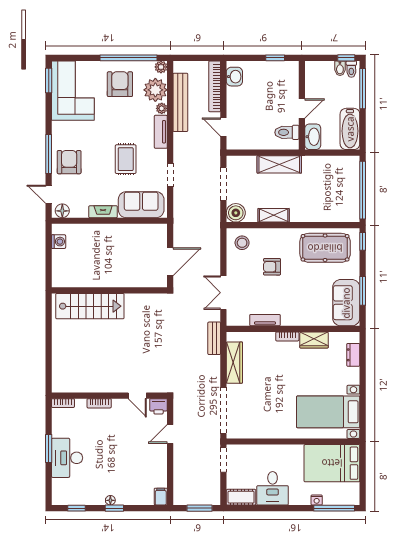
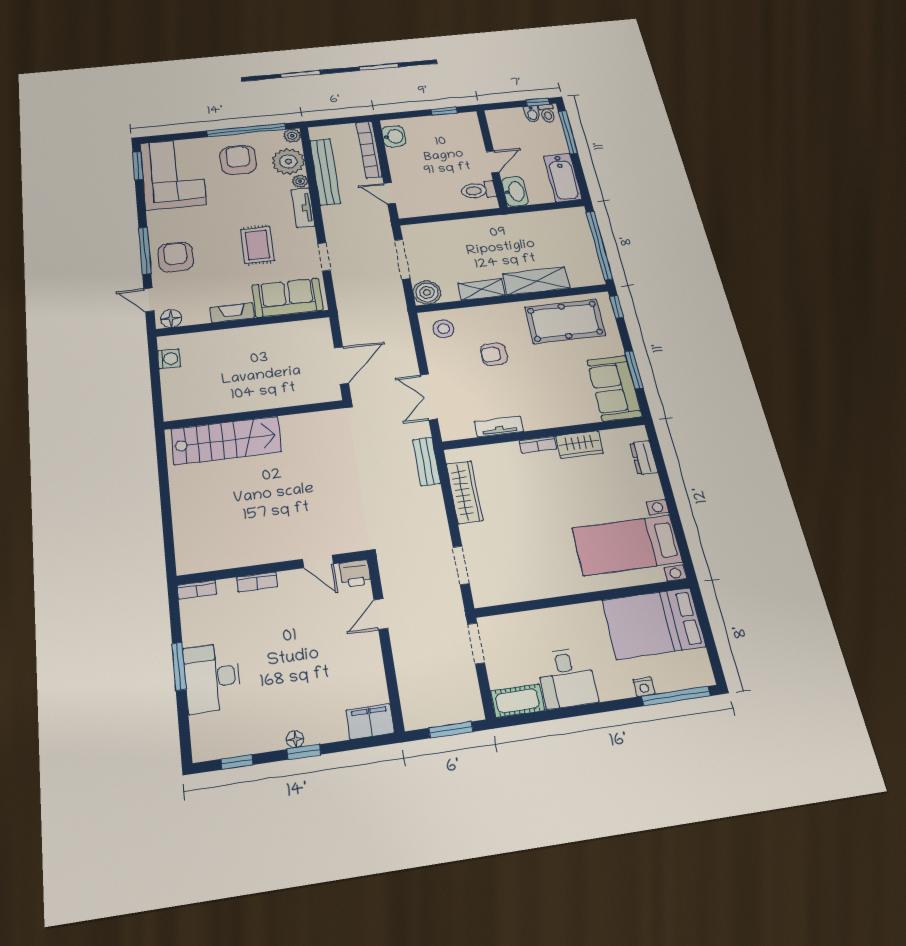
shelving: (279, 164) -> (536, 281), moved
doorway: (223, 410) -> (461, 565), width x0.53
filing cabinet: (161, 497) -> (370, 722), width x2.00

